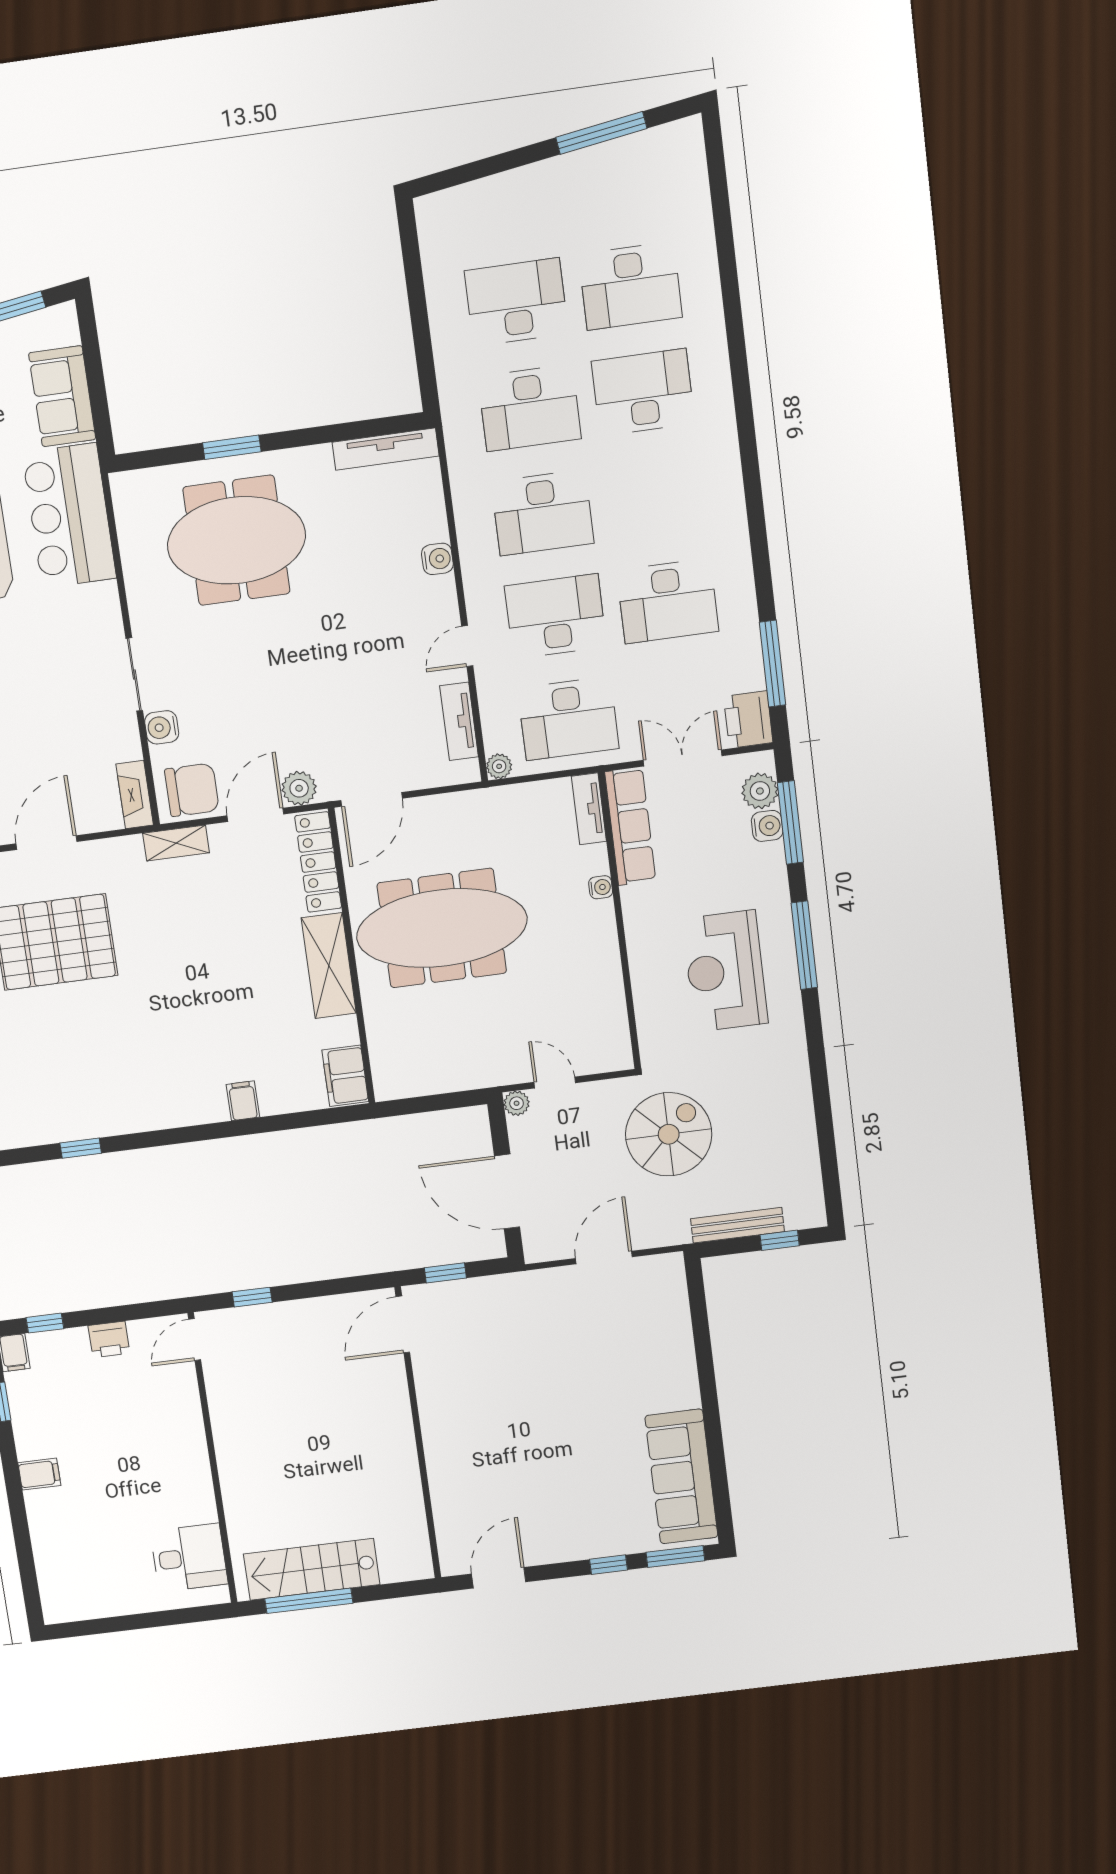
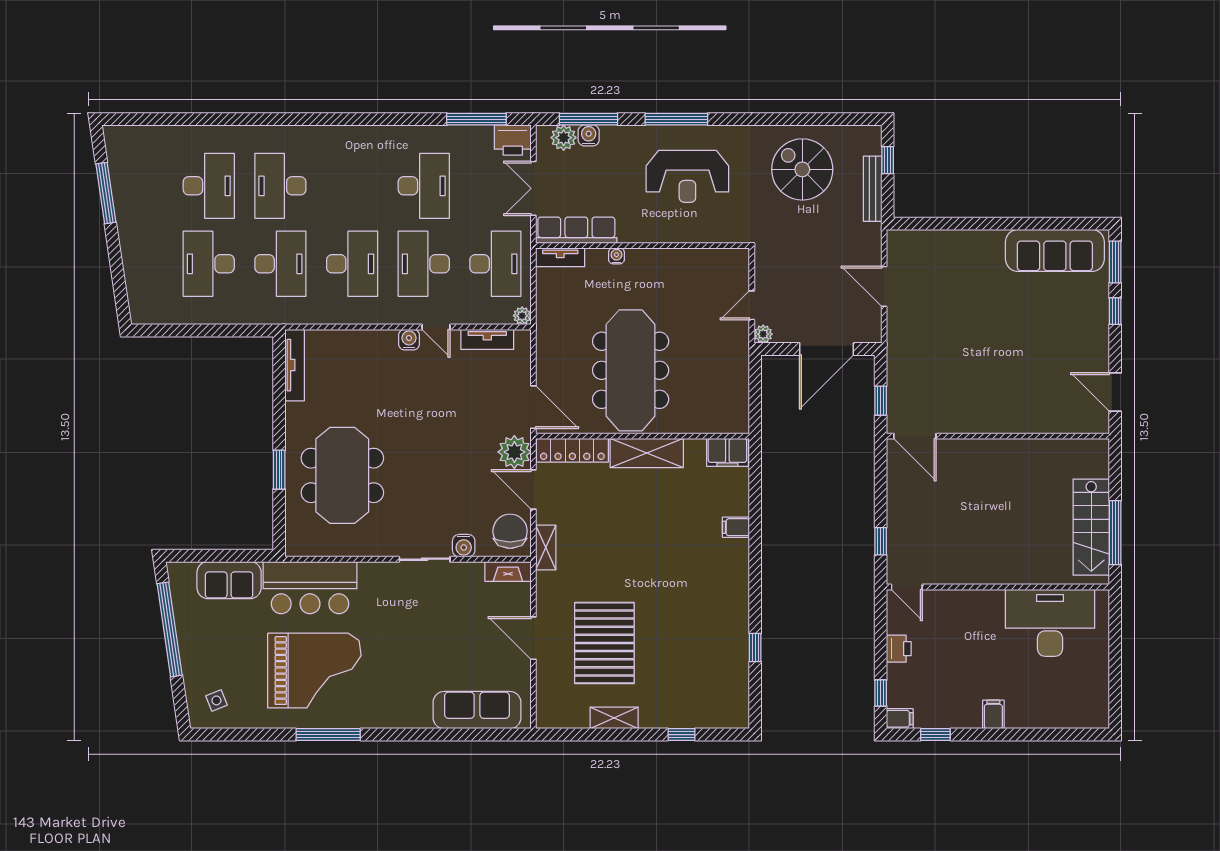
water cooler: (437, 559) -> (409, 340), moved
plant: (299, 788) -> (514, 452), width x1.36, depth x1.36
spiral stairs: (669, 1134) -> (802, 169), moved
desk: (189, 1558) -> (1050, 623), width x1.87, depth x1.30

